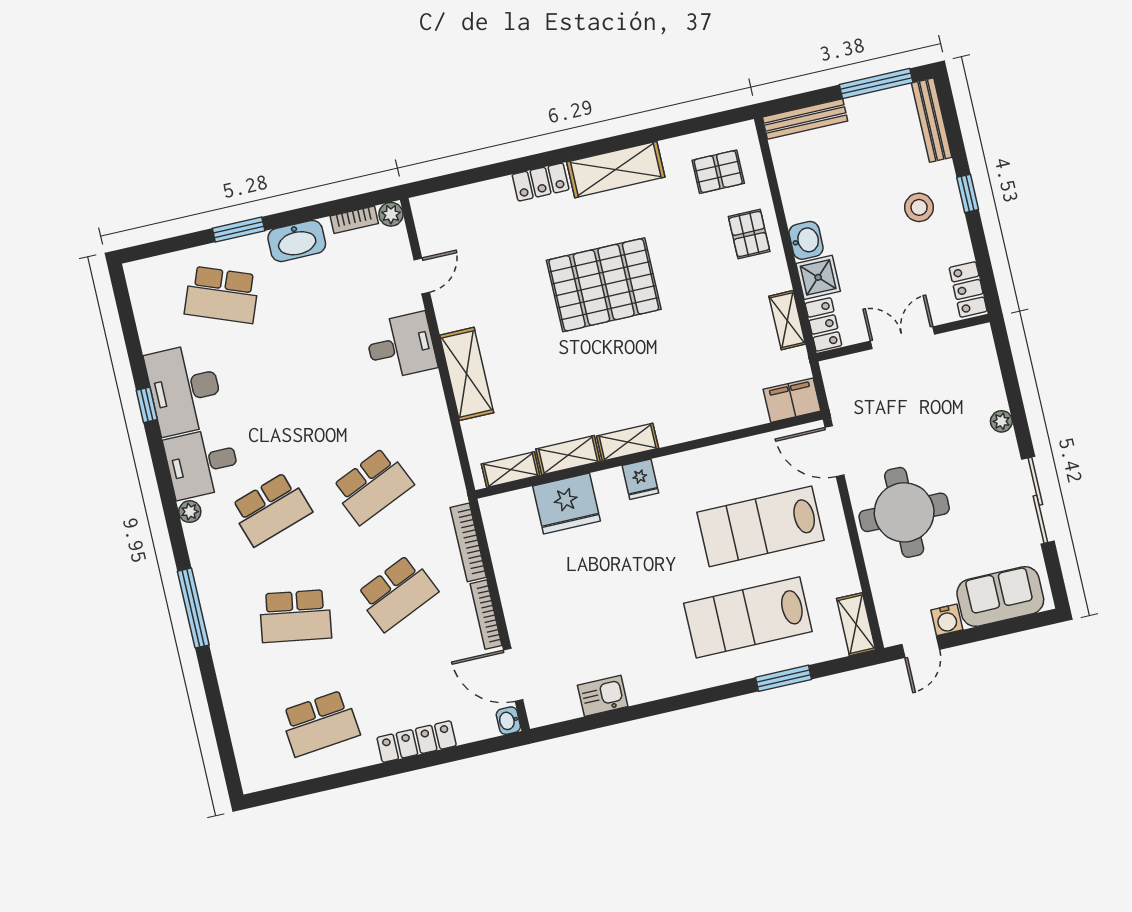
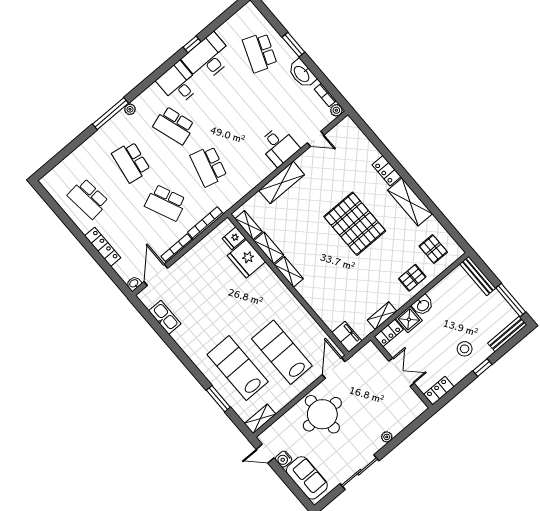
fridge: (640, 479) -> (234, 238), moved
school desk: (372, 486) -> (209, 166), turned 39
plant: (190, 512) -> (130, 109), moved
kitchen sink: (603, 696) -> (165, 317), width x1.38

